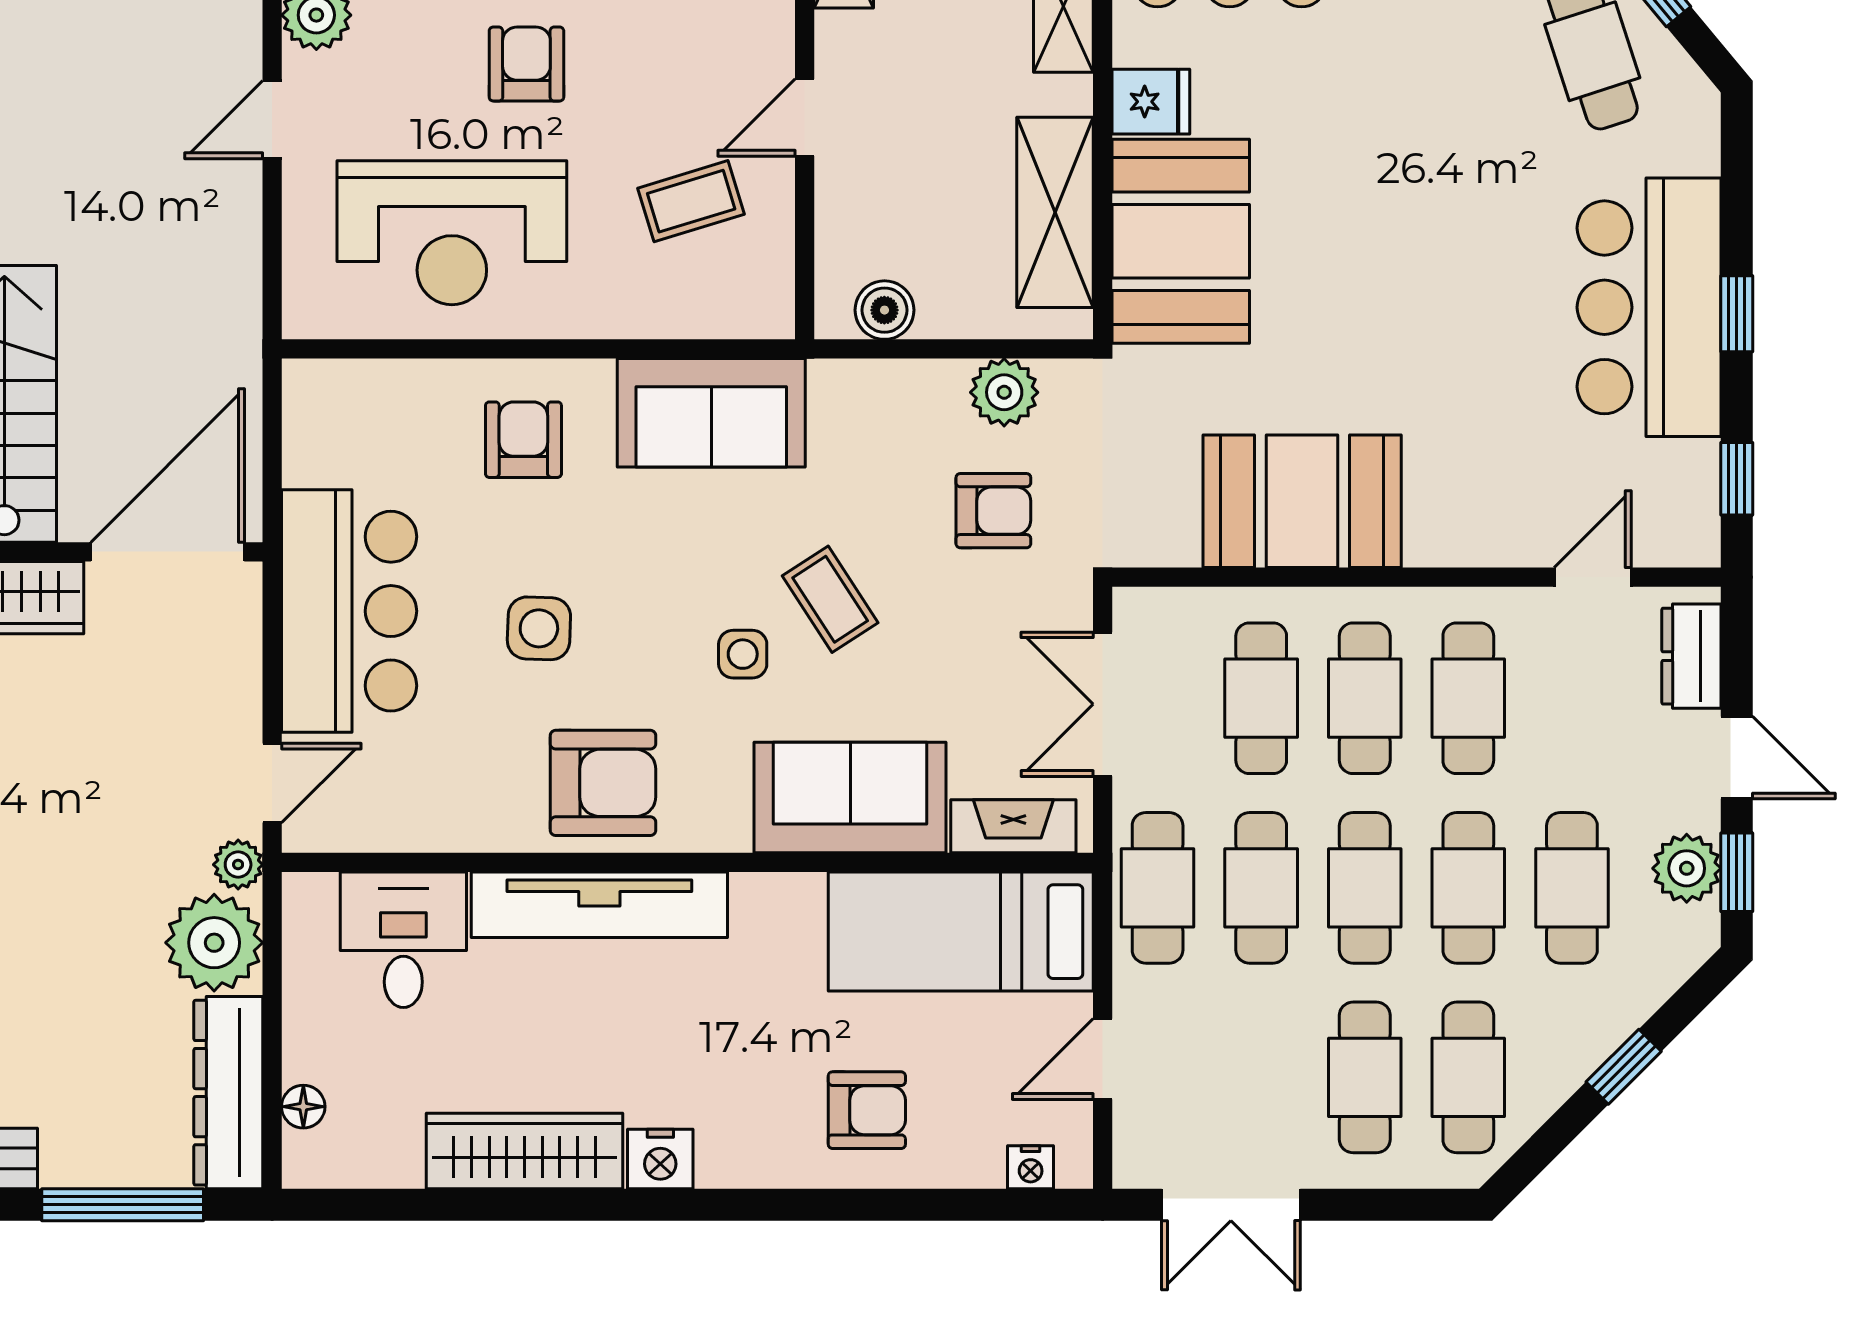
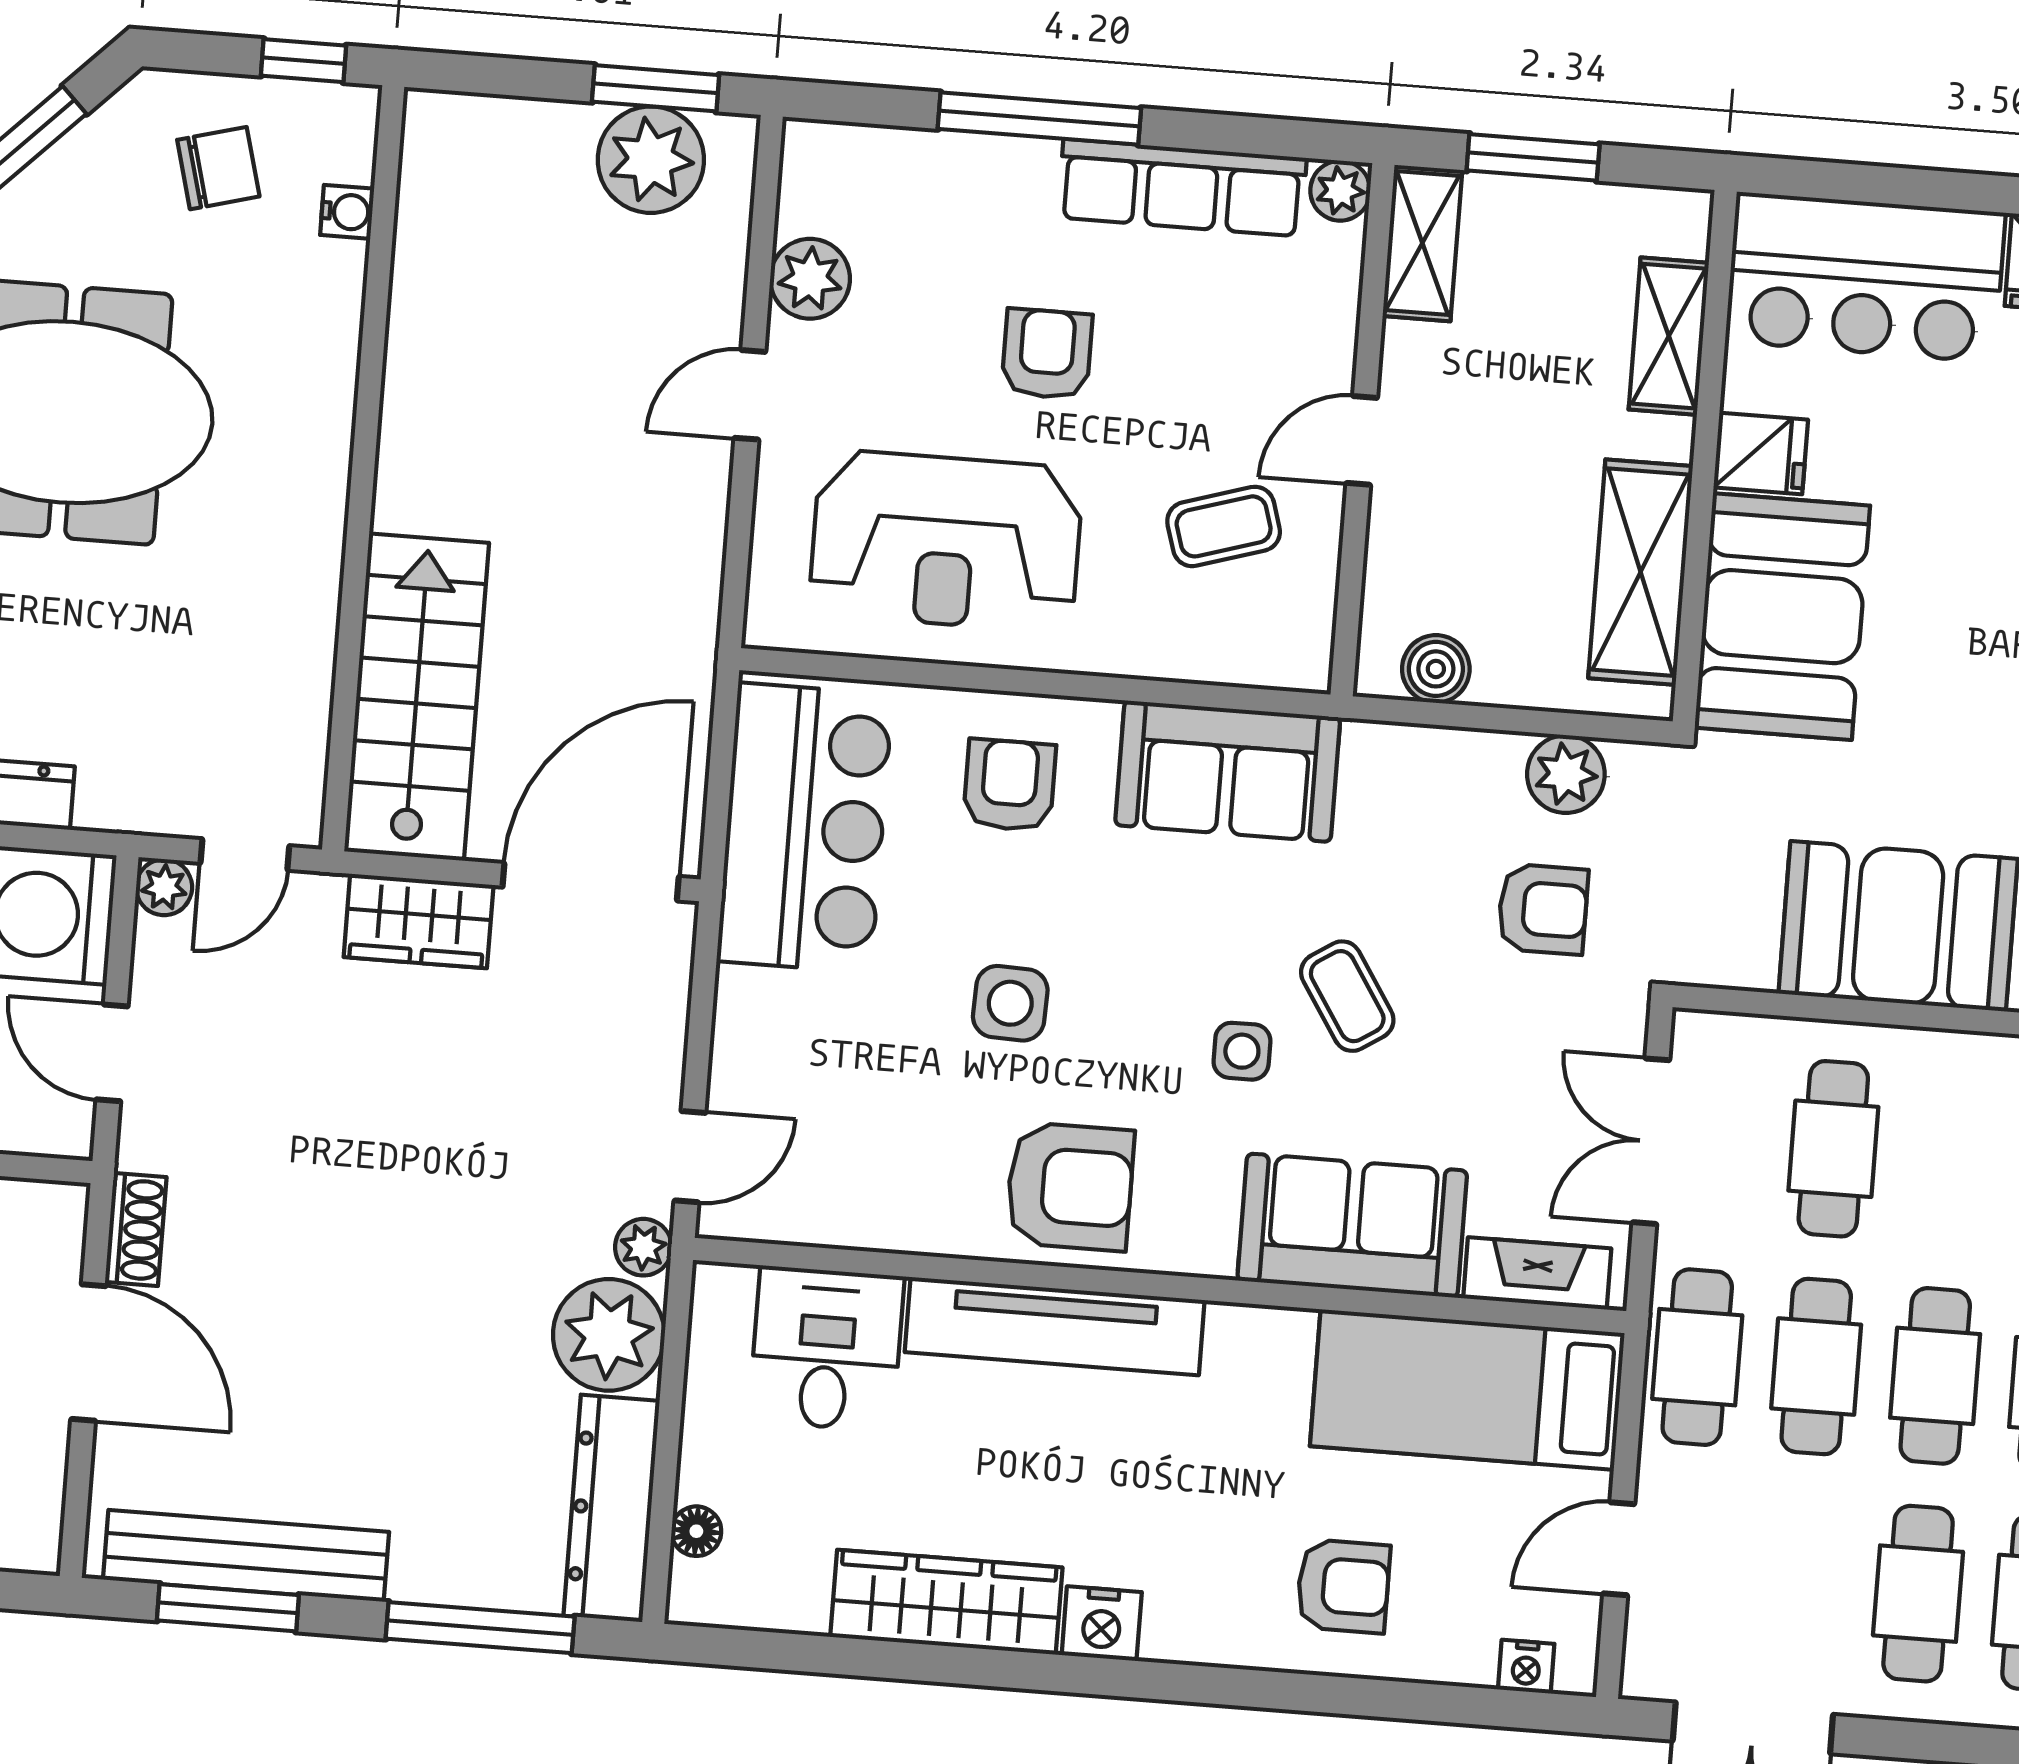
bar counter: (349, 611) -> (805, 828), moved
cafe table: (1365, 698) -> (1952, 1158), removed

